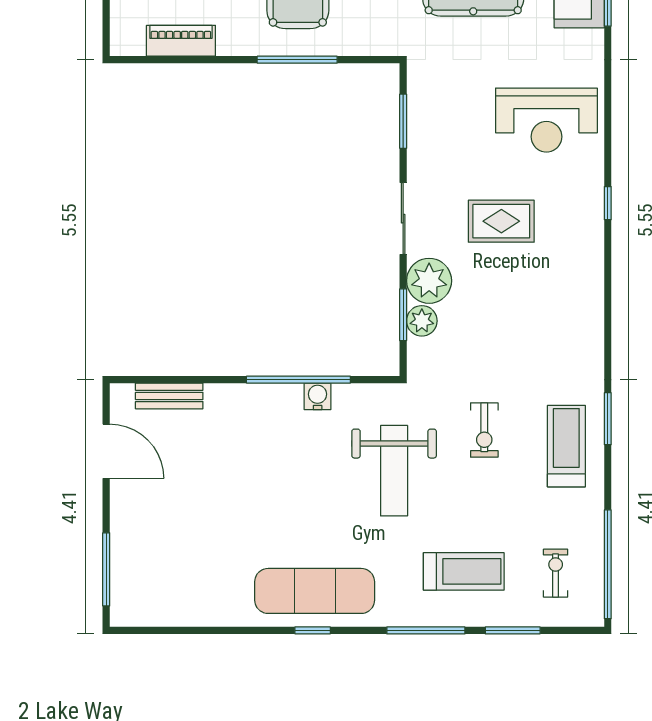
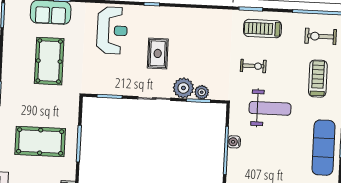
exercise bike: (556, 573) -> (321, 36), width x1.38, depth x1.39

